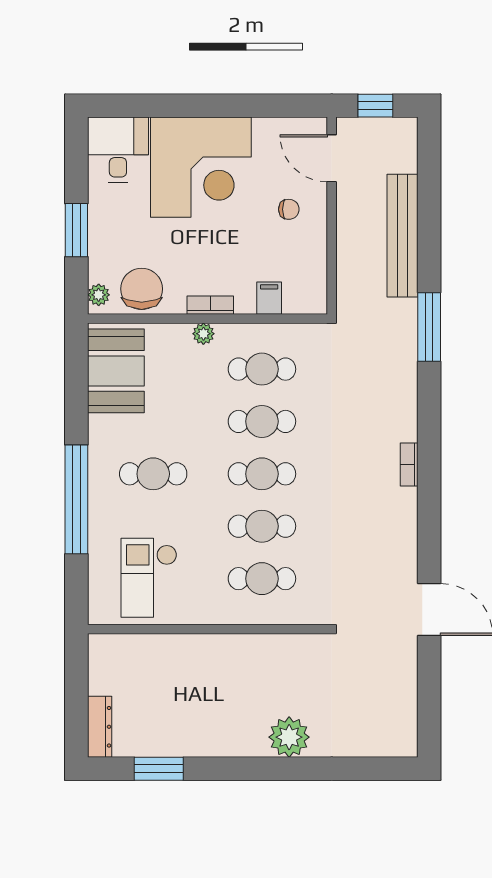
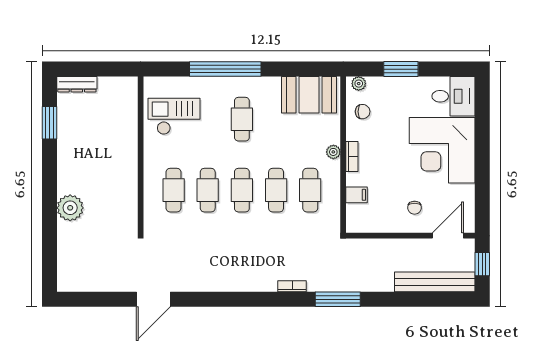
bench: (402, 236) -> (435, 282), moved
chair: (142, 289) -> (363, 112), width x0.54, depth x0.54
bookcase: (409, 464) -> (292, 286), moved

